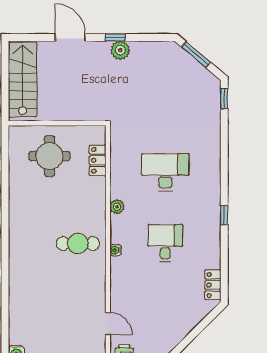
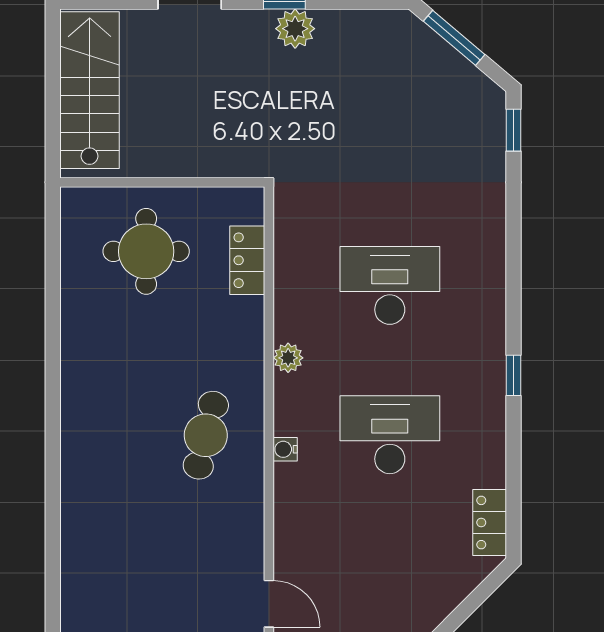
cafe table: (78, 243) -> (206, 435), turned -76
desk: (165, 243) -> (390, 435), width x1.37

